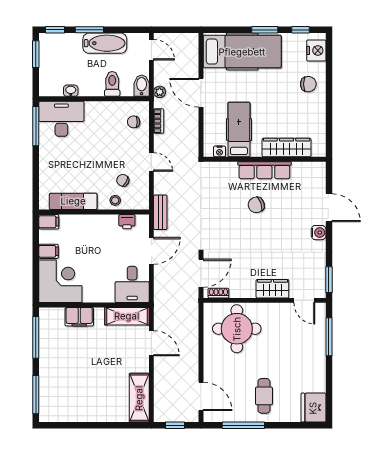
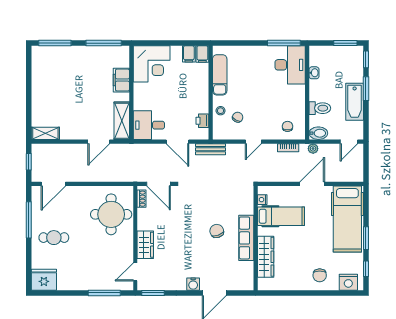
filing cabinet: (49, 251) -> (189, 54), moved
shelving: (139, 398) -> (45, 133), width x0.67, depth x0.75

